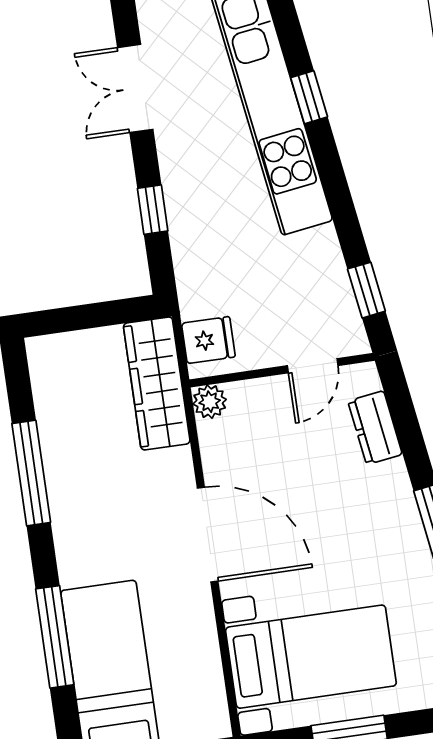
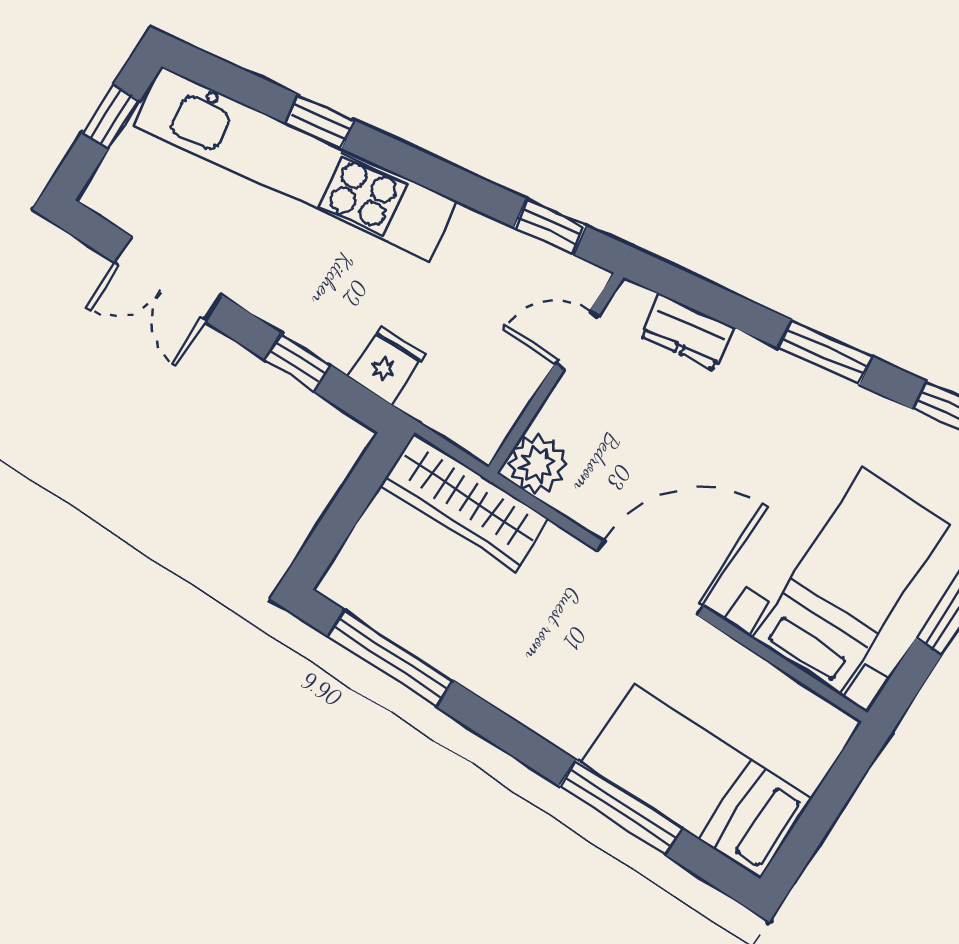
fridge: (208, 340) -> (386, 365), moved
door: (313, 366) -> (577, 340), swing flipped
plant: (210, 402) -> (537, 464), width x1.38, depth x1.38
window: (31, 473) -> (391, 658), moved

